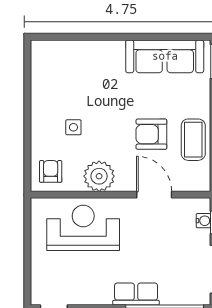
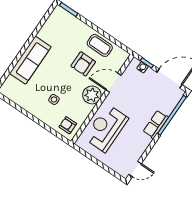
sofa: (165, 56) -> (30, 60), moved
plant: (99, 176) -> (92, 95), moved

